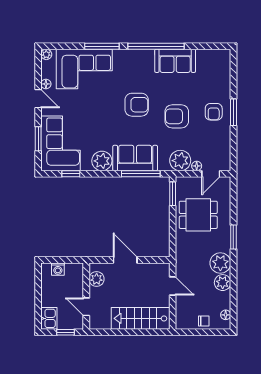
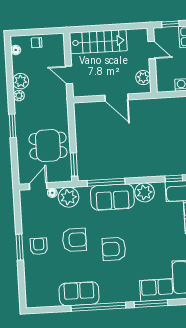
plant: (220, 263) -> (19, 96), width x0.53, depth x0.53

